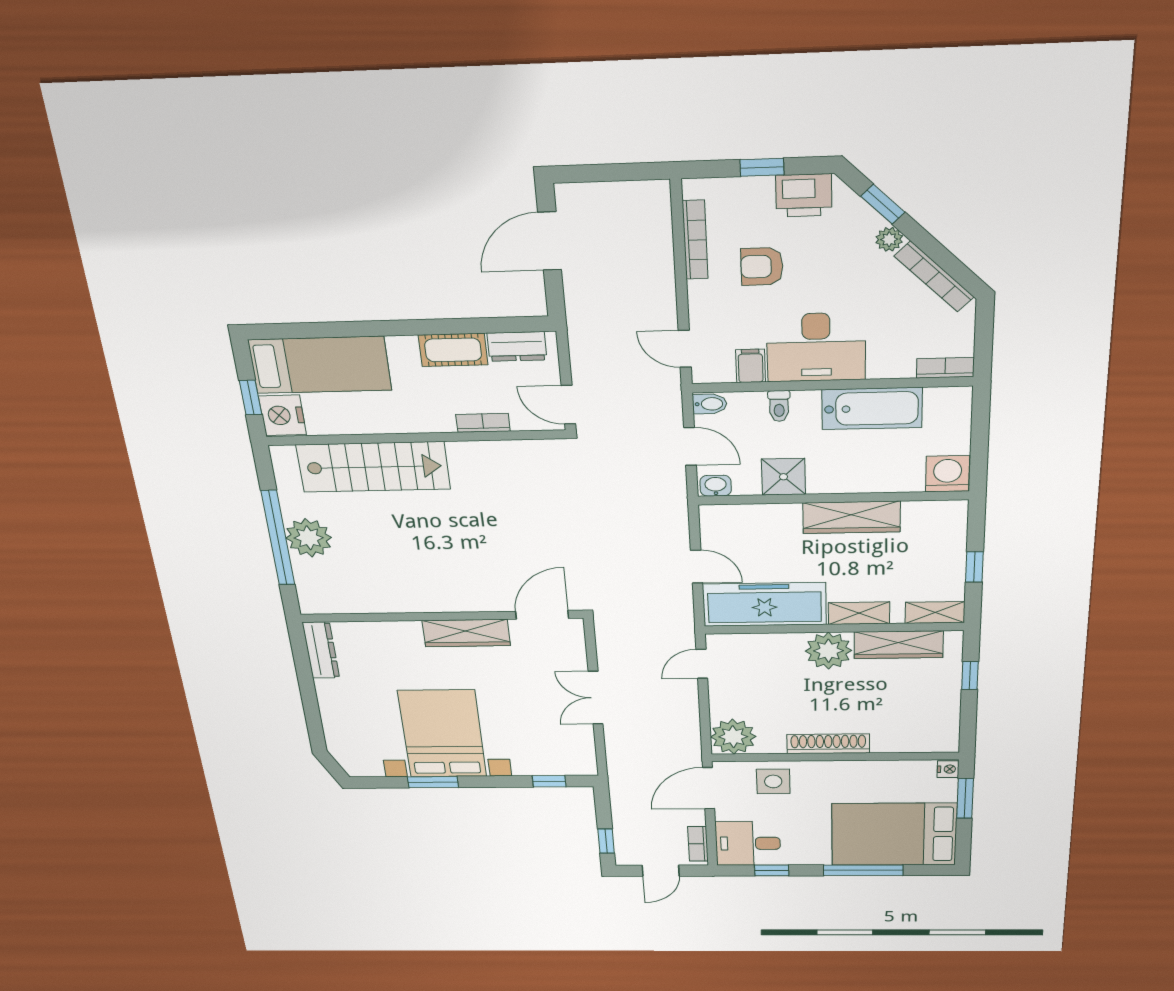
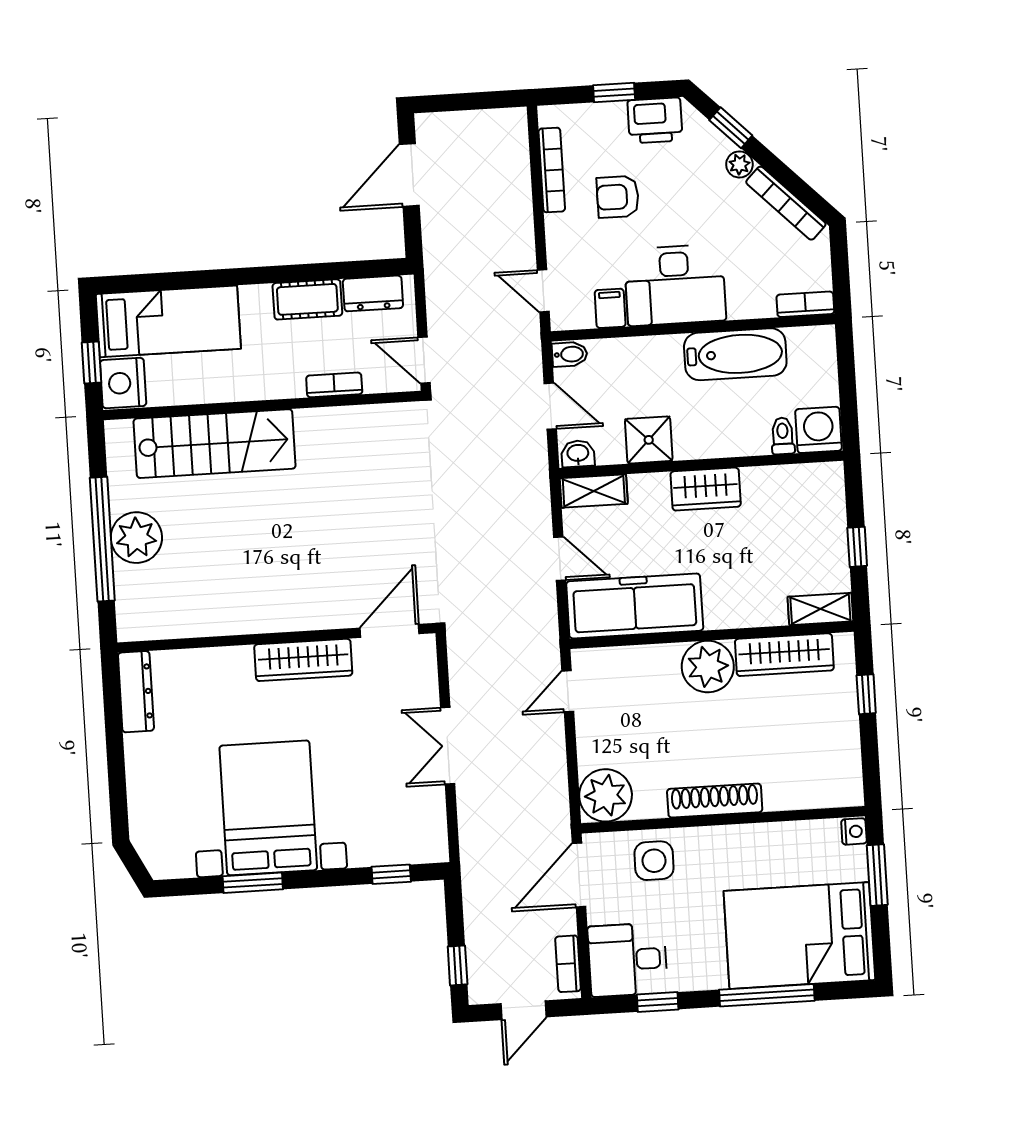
toilet: (779, 406) -> (783, 436), moved, turned 180
wardrobe: (852, 517) -> (706, 489), width x0.67
shelving: (859, 613) -> (594, 491), moved

